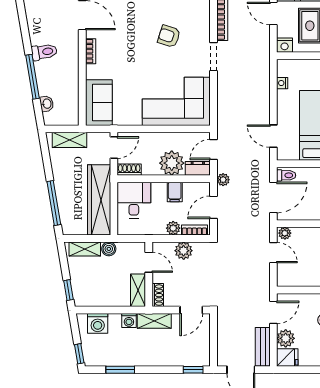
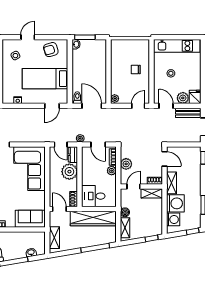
filing cabinet: (175, 192) -> (88, 170), removed
door: (273, 253) -> (138, 106), moved
washing machine: (129, 320) -> (175, 203), width x1.89, depth x1.89

